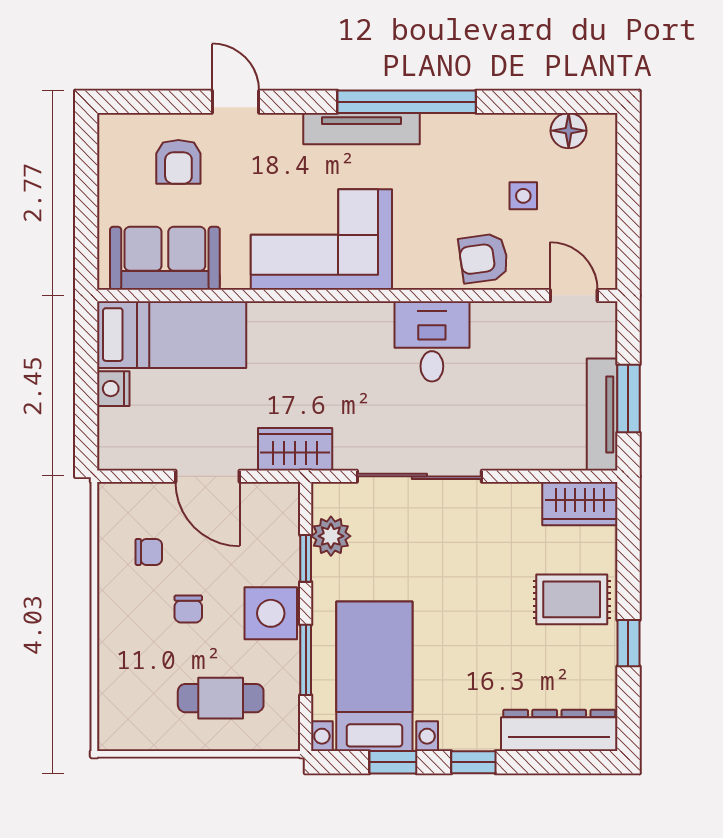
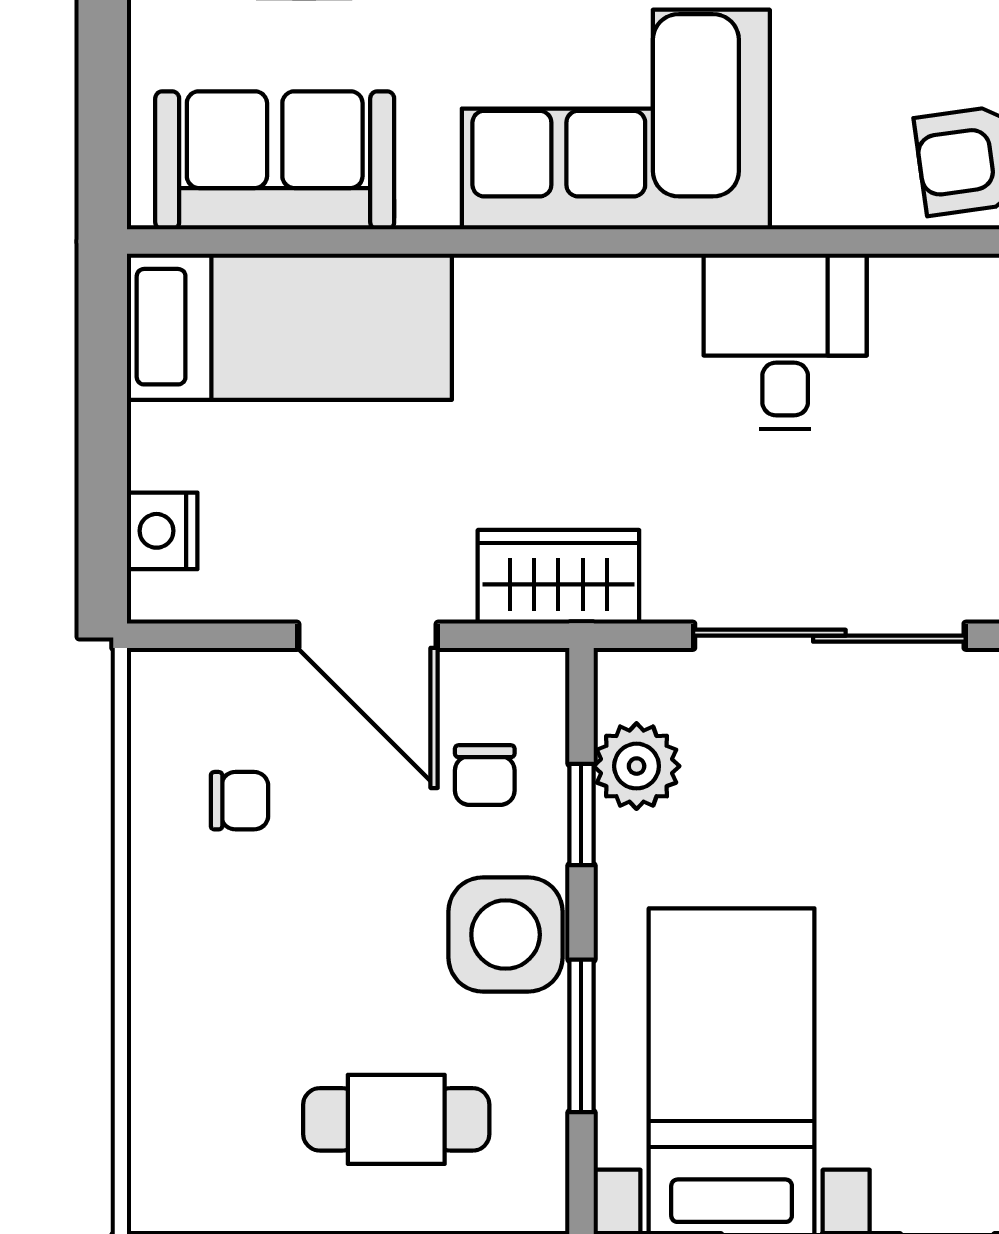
desk: (432, 341) -> (785, 342), moved
nightstand: (113, 389) -> (162, 531), moved
chair: (188, 609) -> (485, 775), moved

